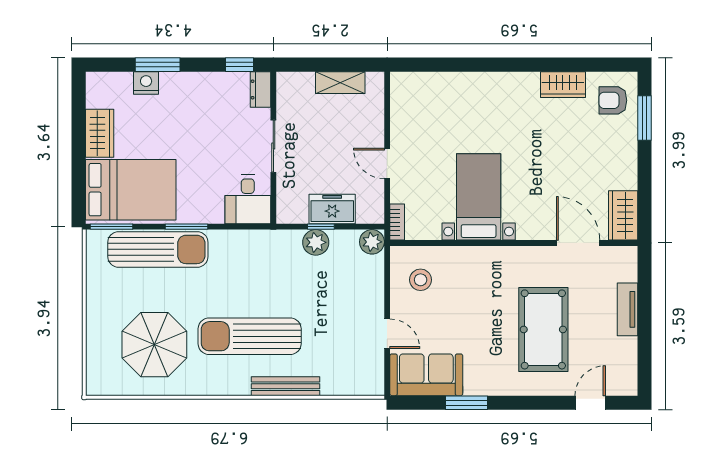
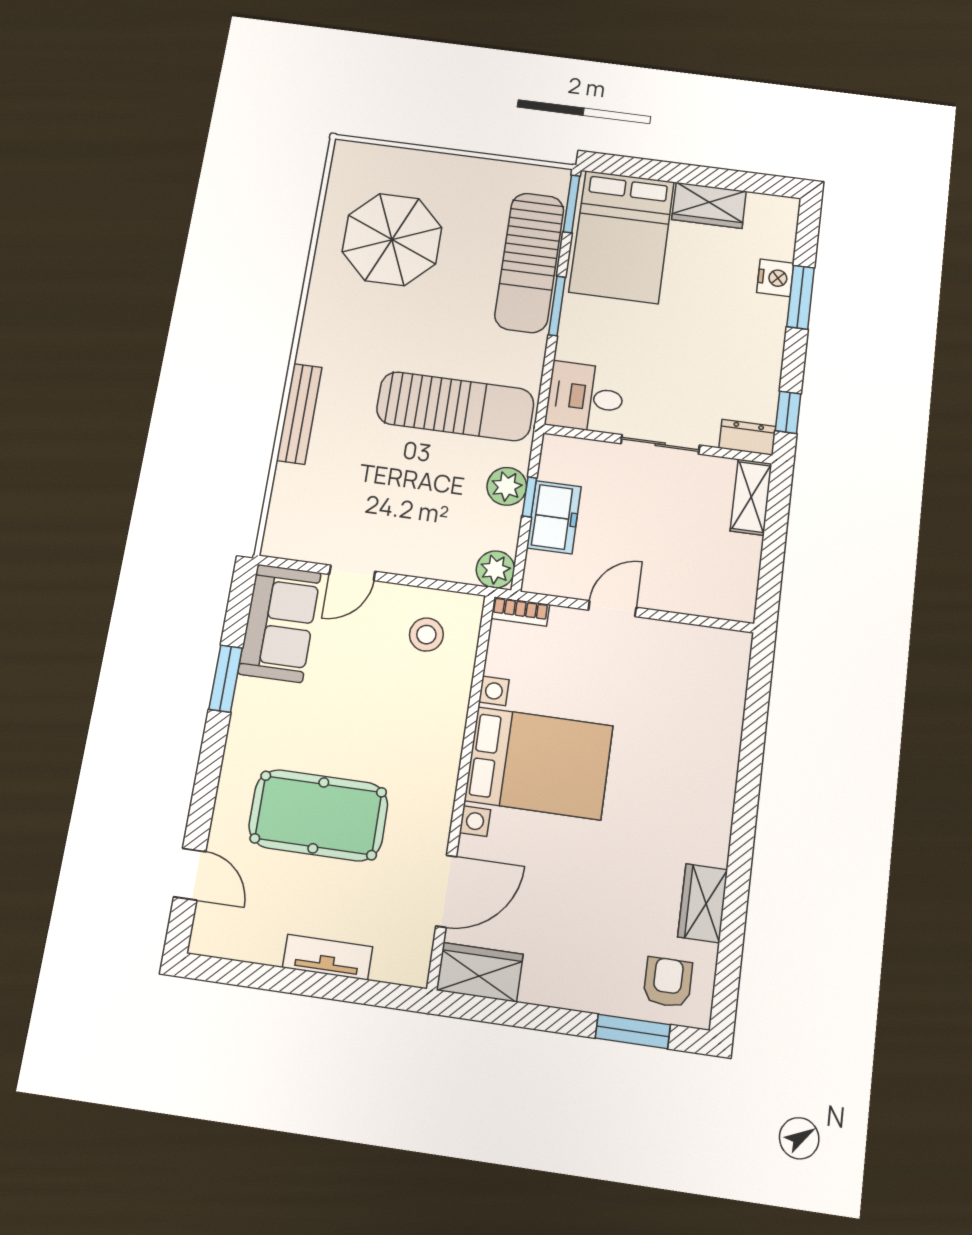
shelving: (340, 83) -> (751, 497), moved
bed with nightstands: (479, 197) -> (539, 763), width x1.36
sun lounger: (250, 336) -> (455, 406), moved, turned 90

